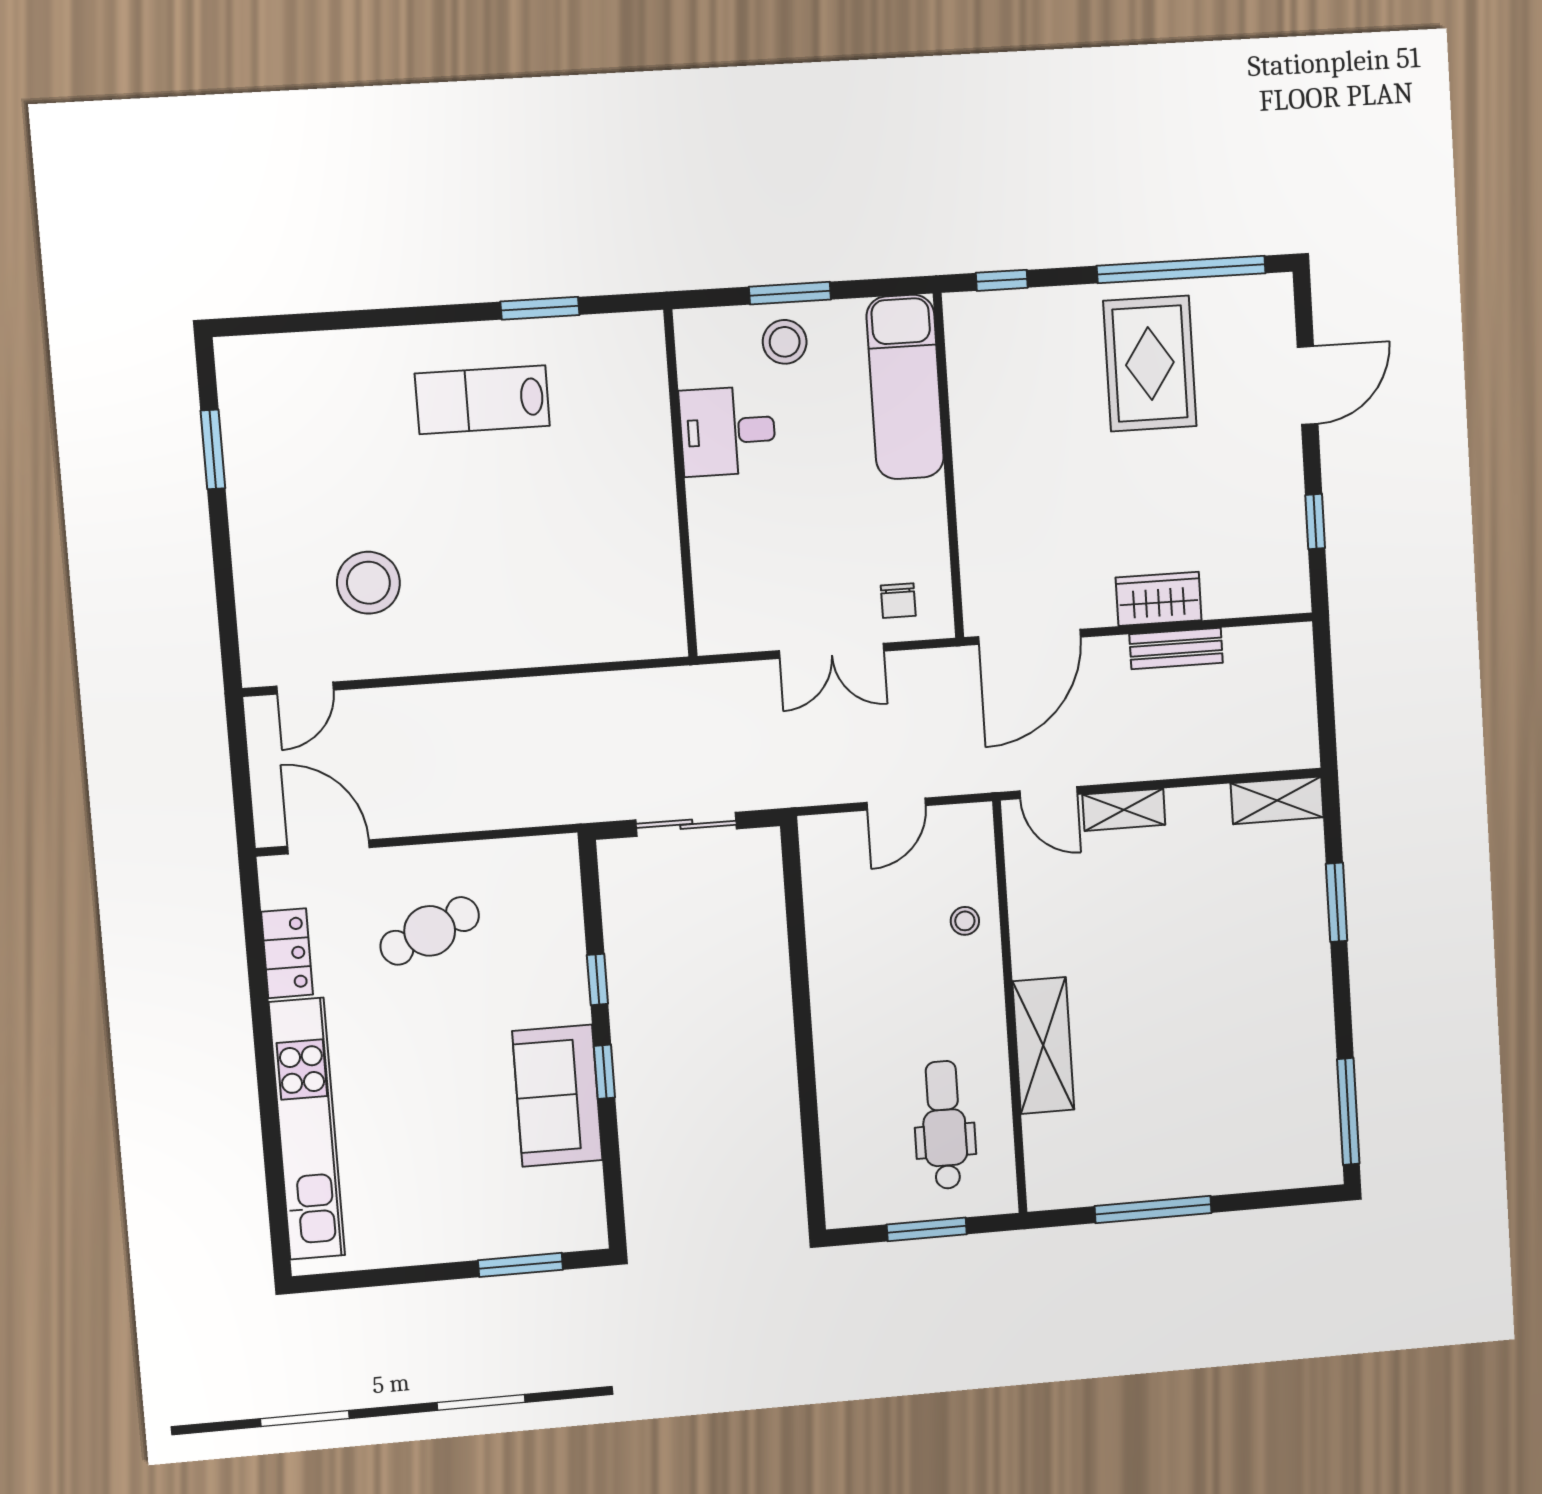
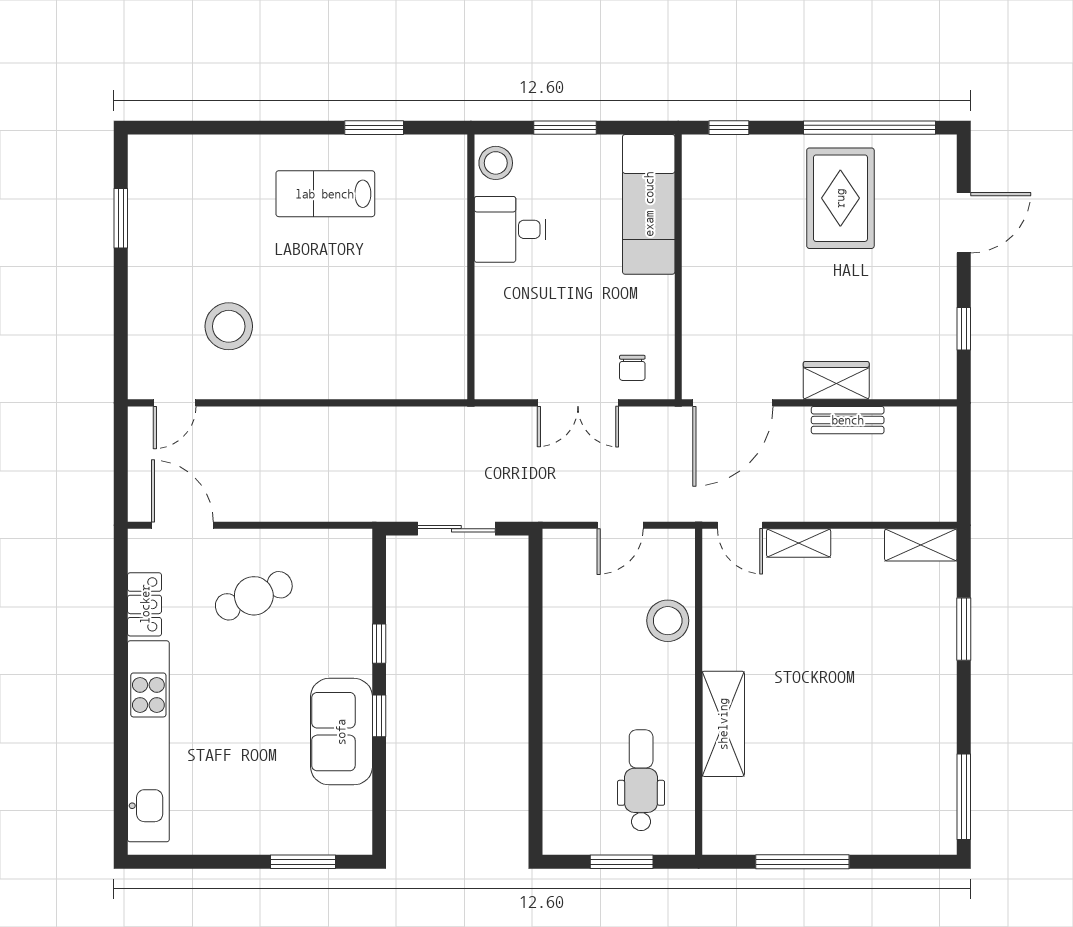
stool: (785, 342) -> (496, 163), moved
stool: (965, 921) -> (668, 621), width x1.89, depth x1.89

